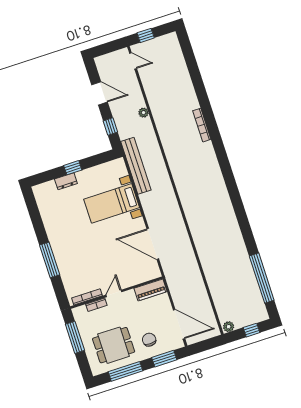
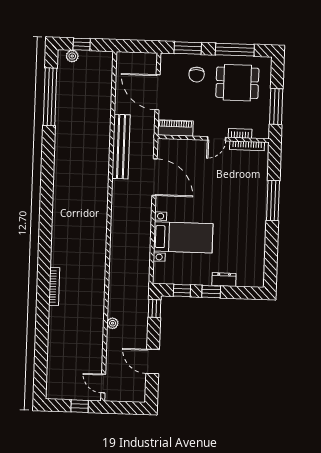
window: (110, 126) -> (154, 308), moved
window: (97, 160) -> (182, 291), added
bench: (136, 166) -> (121, 147), moved
door: (179, 324) -> (158, 92), moved
plant: (229, 327) -> (72, 56), moved

